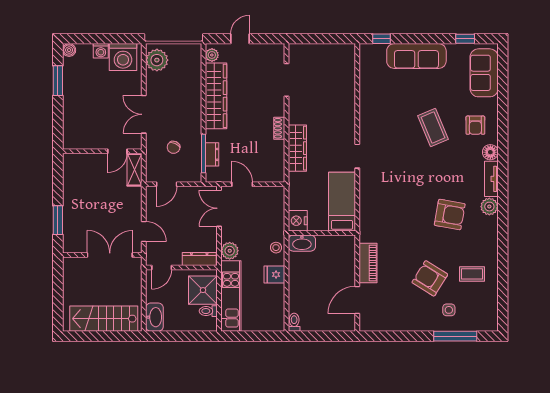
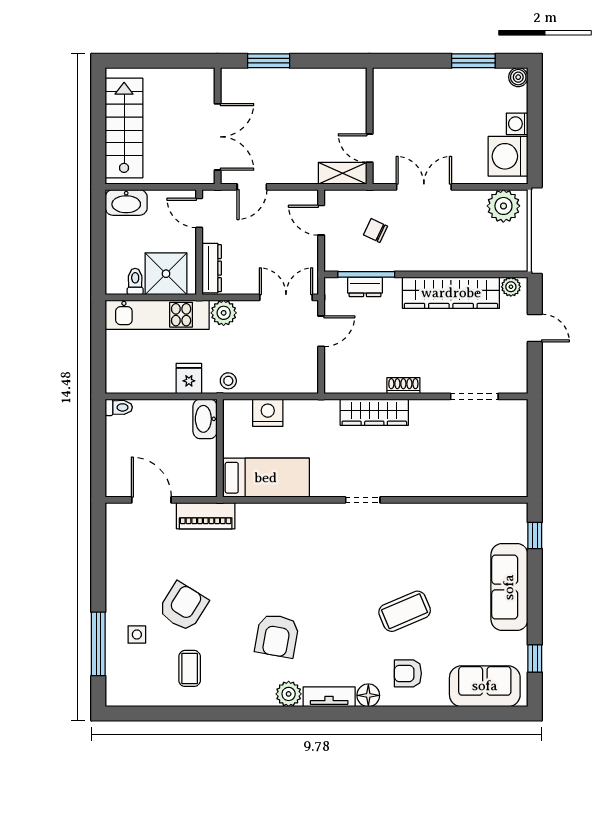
bed: (342, 202) -> (266, 478), moved
wall: (322, 233) -> (220, 448), moved
washbasin: (302, 243) -> (205, 419), moved

